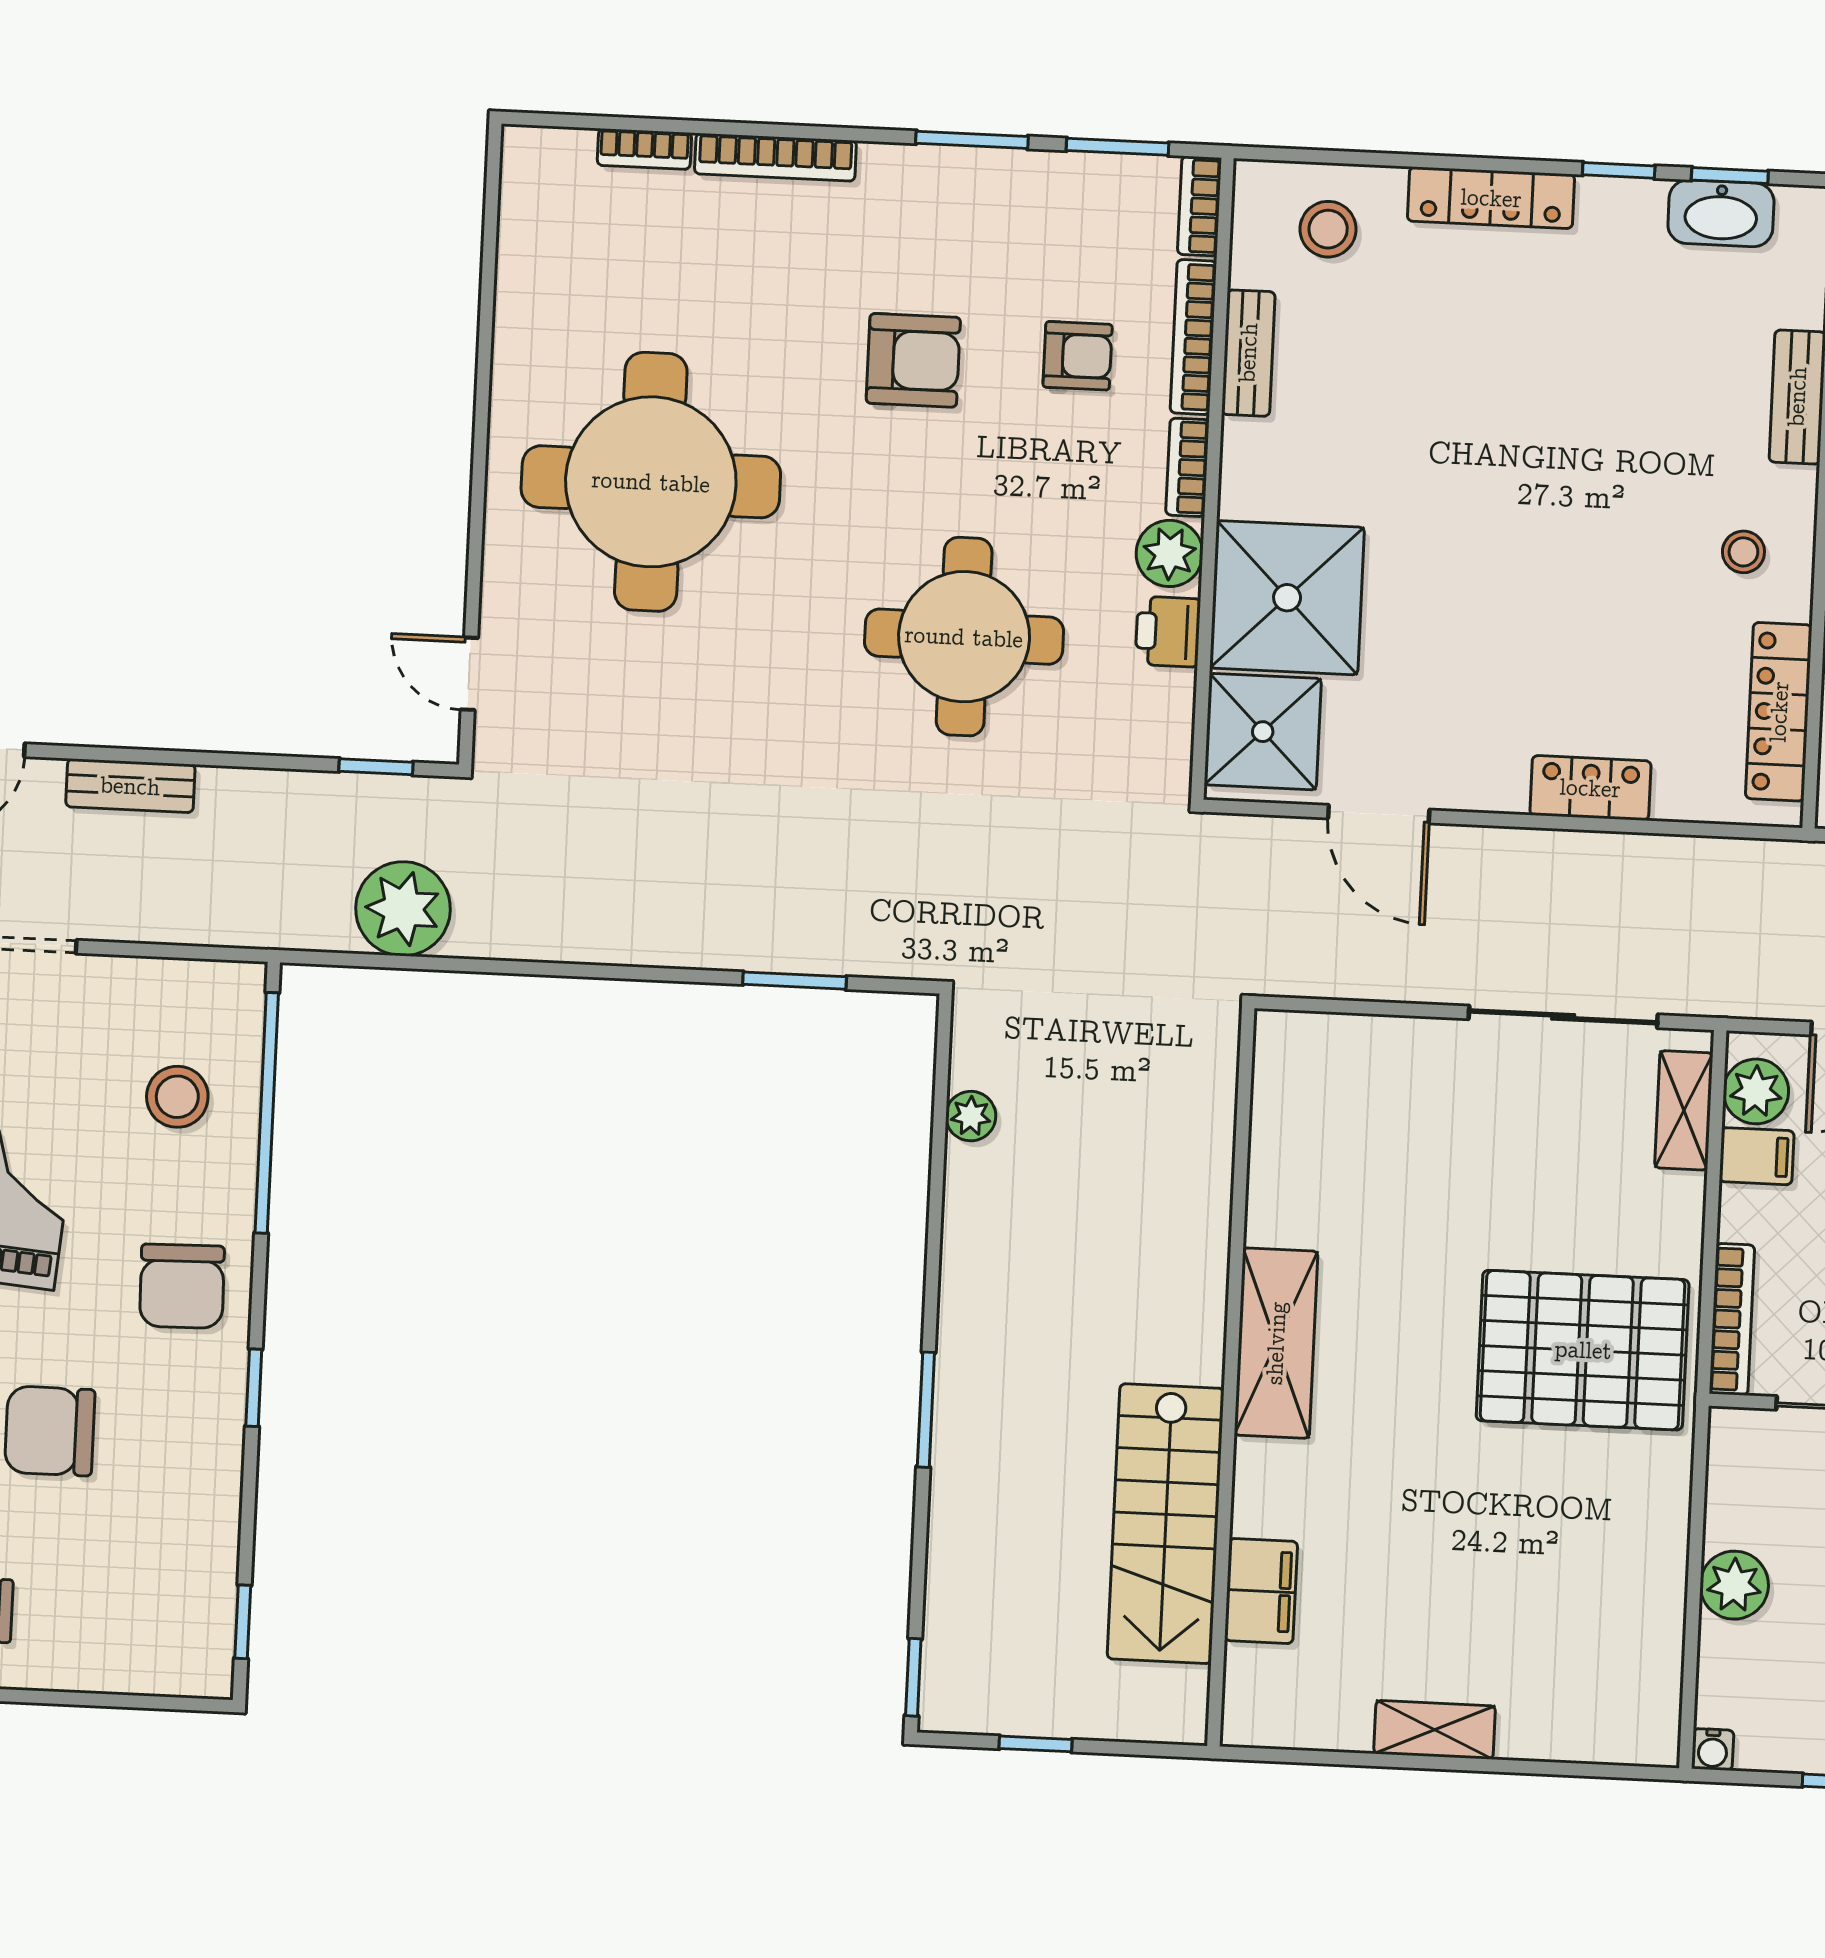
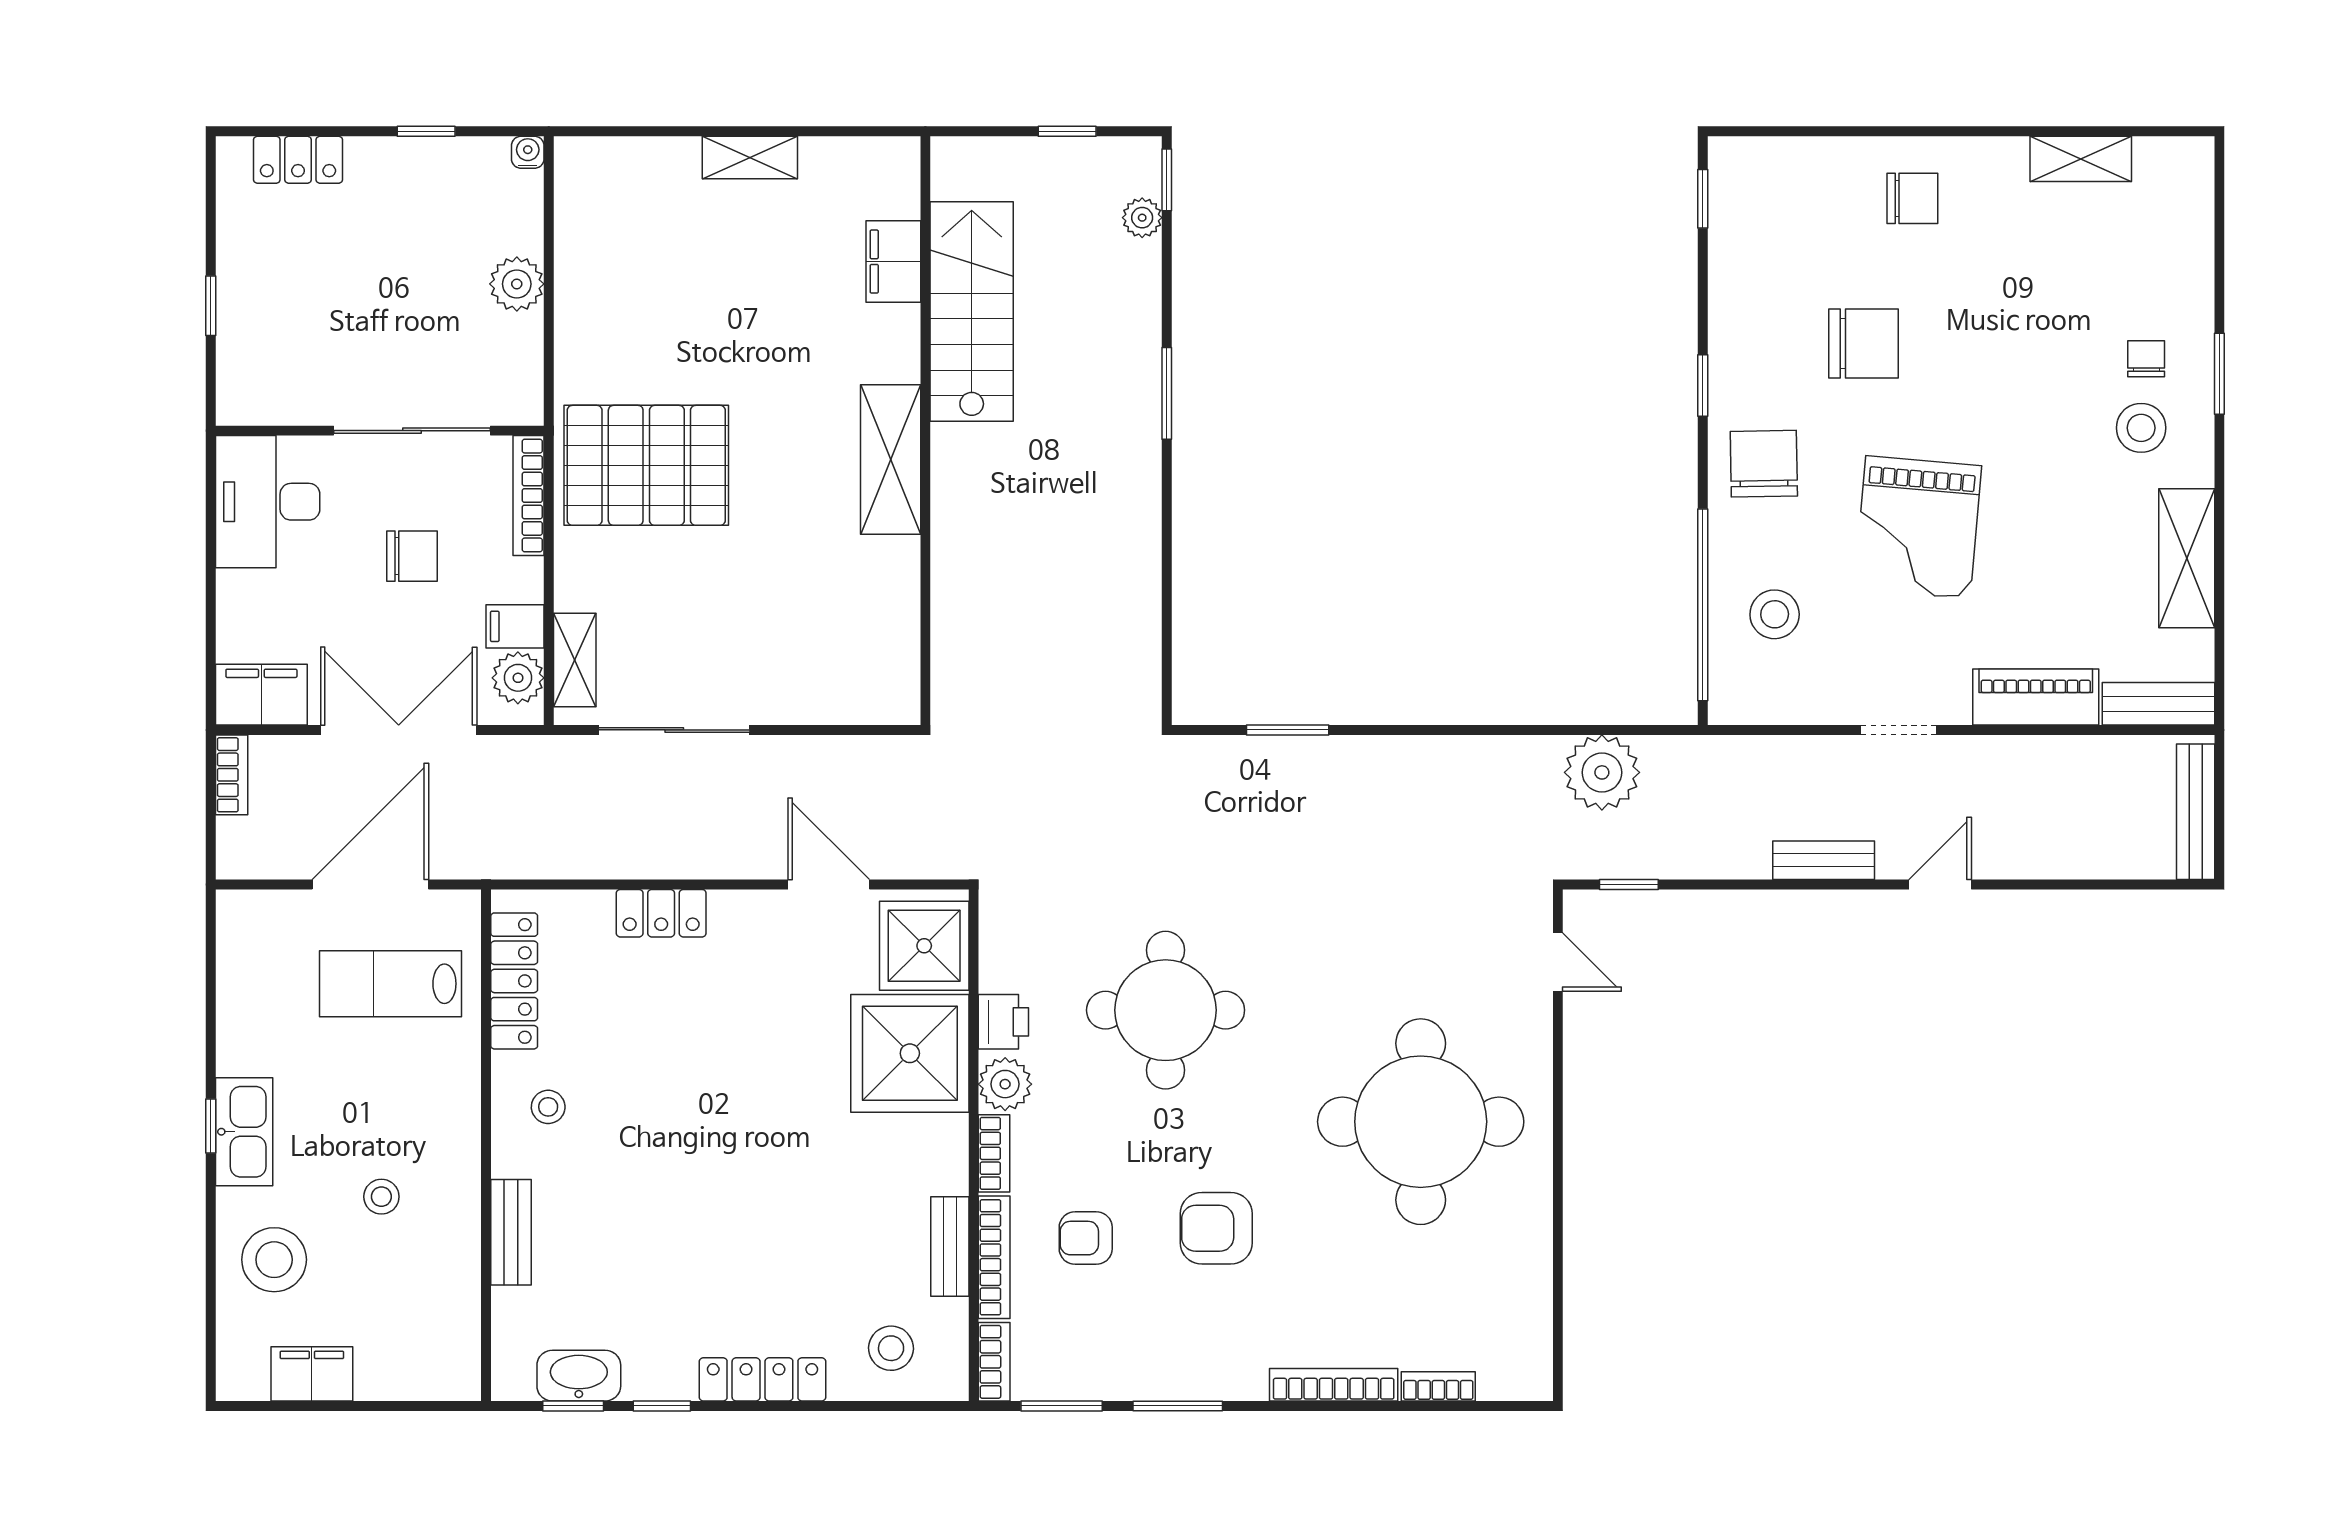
plant: (971, 1116) -> (1142, 218), moved

